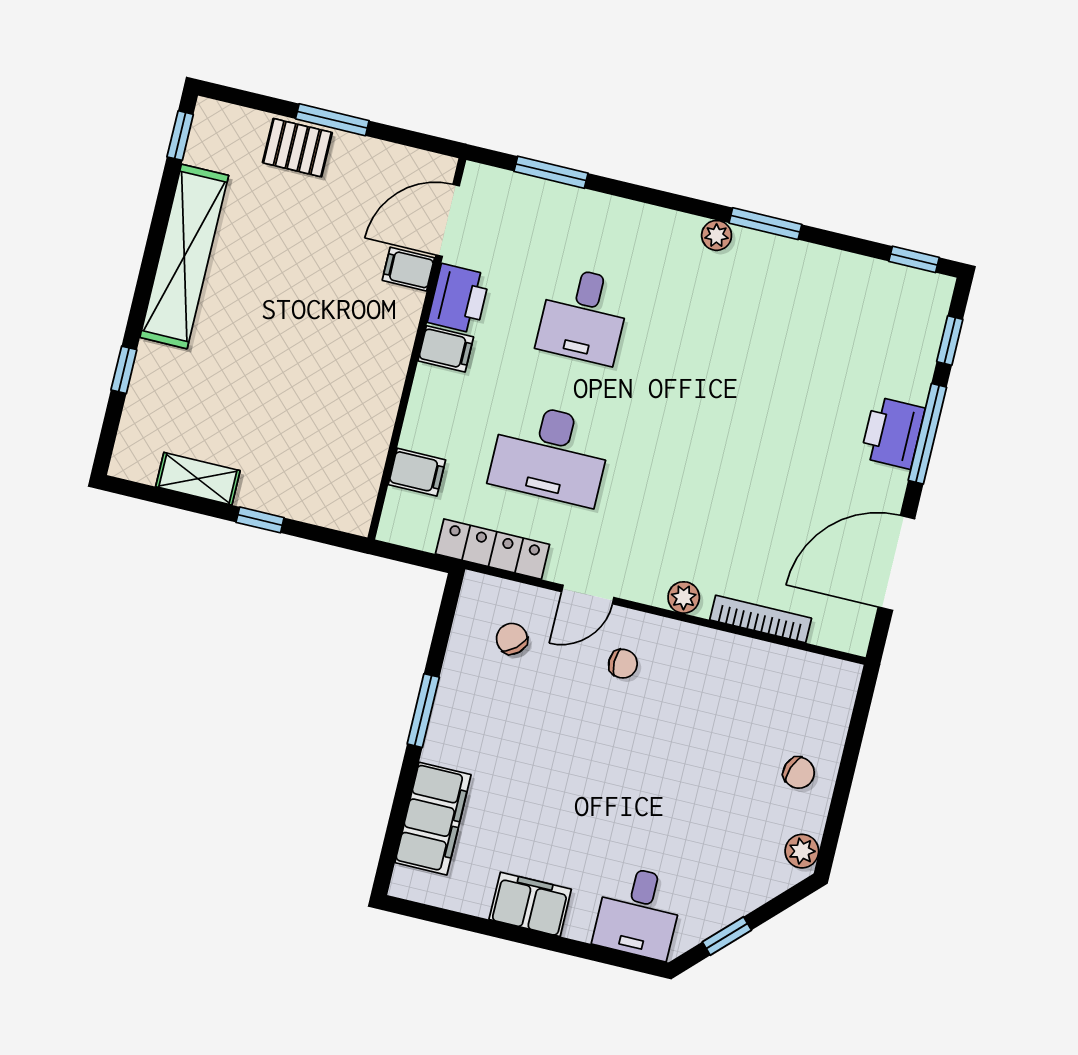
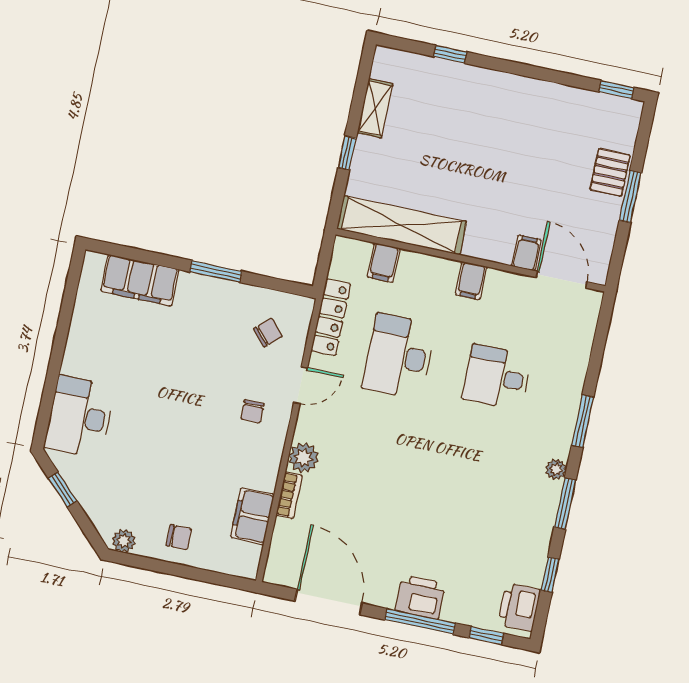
window: (551, 172) -> (583, 421), moved
shelving: (184, 256) -> (402, 225), moved
window: (914, 259) -> (550, 575), moved
printer: (459, 299) -> (519, 607), moved, turned 90
door: (588, 595) -> (301, 385), swing flipped
plant: (684, 597) -> (304, 458), width x1.38, depth x1.38
bookcase: (761, 619) -> (289, 495), width x0.64
chair: (799, 773) -> (179, 537), turned -110
filing cabinet: (530, 904) -> (252, 516), moved, turned 180
desk: (638, 912) -> (80, 417), width x1.37

